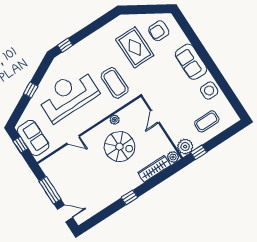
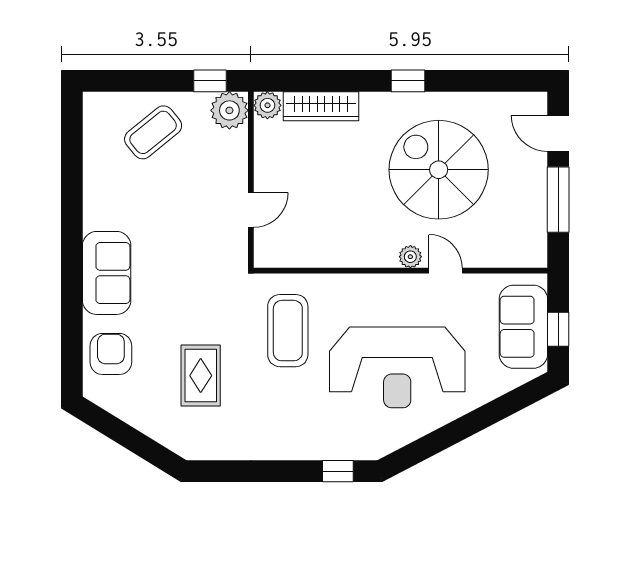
armchair: (159, 31) -> (111, 354), moved, turned -90
rug: (135, 47) -> (201, 376), width x0.73, depth x0.70
window: (31, 90) -> (466, 426), removed
side table: (209, 91) -> (108, 191), removed
plant: (115, 120) -> (410, 257), moved
coffee table: (207, 121) -> (153, 132), turned -39
spiral stairs: (120, 147) -> (439, 170), moved, width x1.37, depth x1.37

